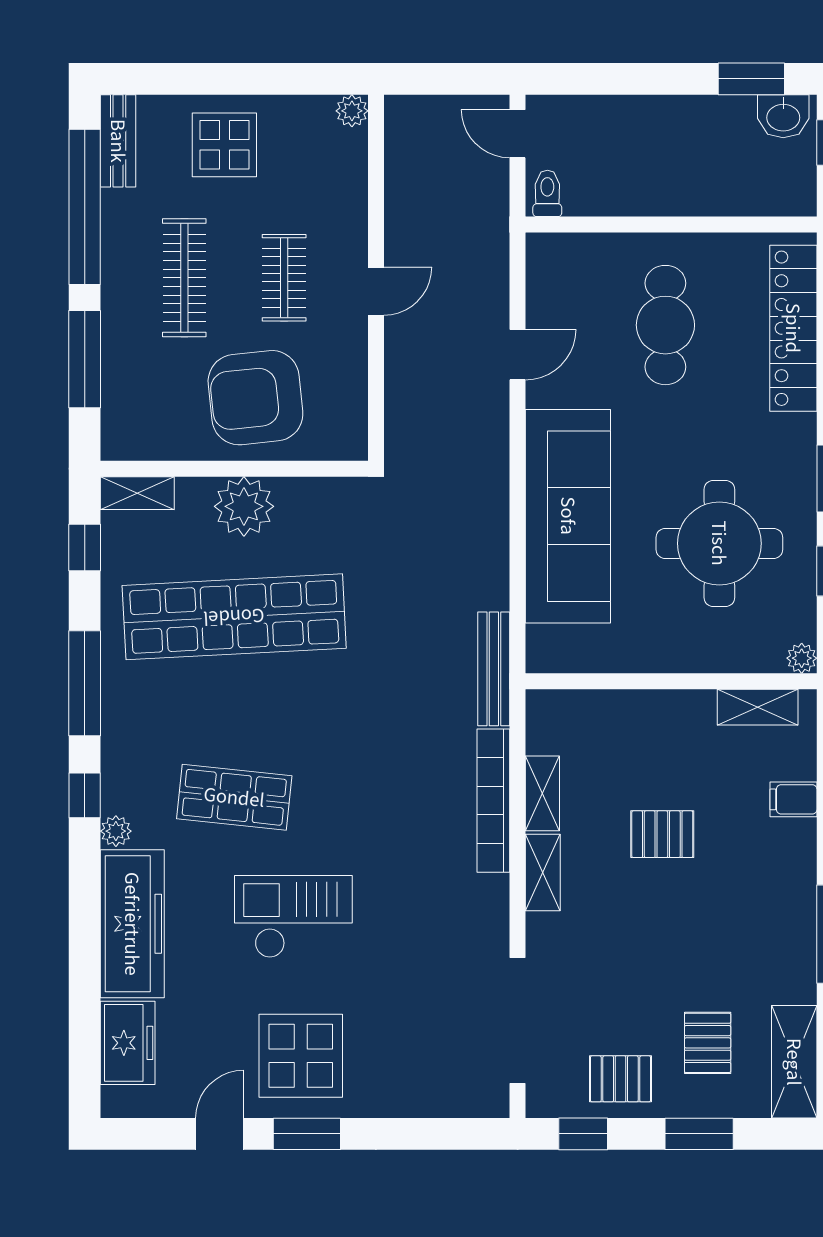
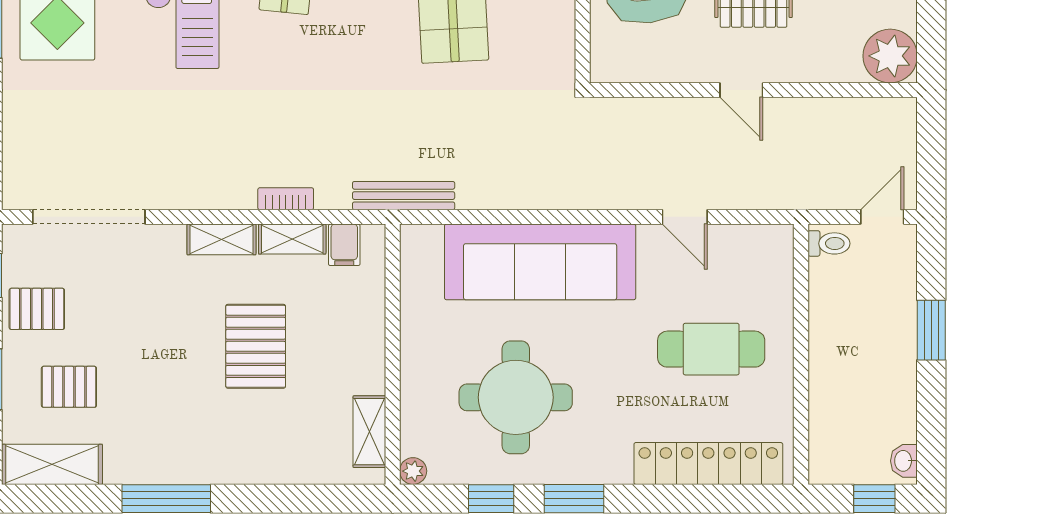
window: (751, 79) -> (931, 330), moved
plant: (352, 111) -> (890, 56), width x1.88, depth x1.88
washbasin: (783, 116) -> (904, 461), width x0.72, depth x0.69
filing cabinet: (793, 799) -> (344, 245), moved, turned 180
bookcase: (493, 801) -> (286, 199), width x0.43, depth x0.76
pallet: (662, 834) -> (256, 346), width x1.50, depth x1.42
pallet: (620, 1079) -> (37, 309), turned 90

